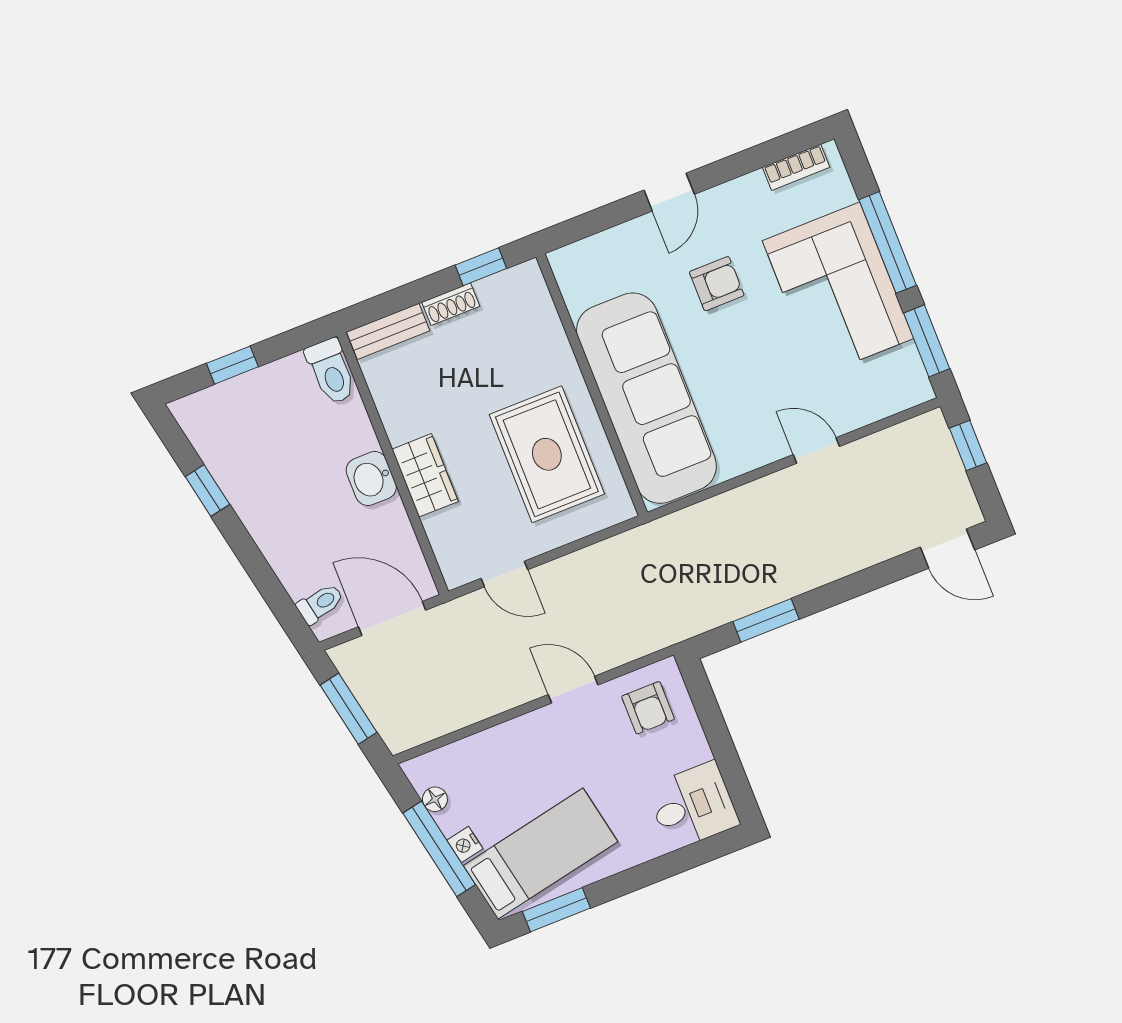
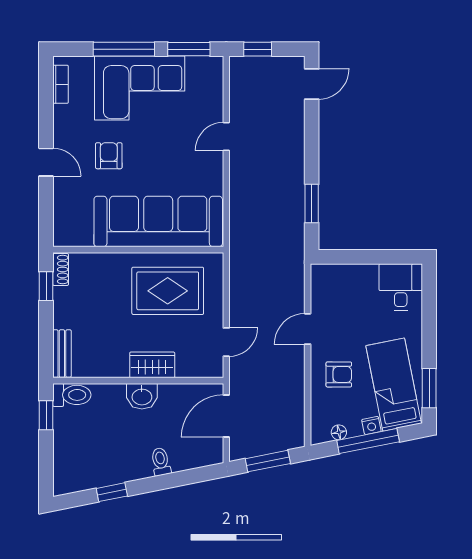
shoe rack: (451, 304) -> (61, 269), moved
window: (232, 365) -> (46, 415), moved
toilet: (320, 604) -> (161, 462), moved
armchair: (648, 708) -> (339, 374), moved

